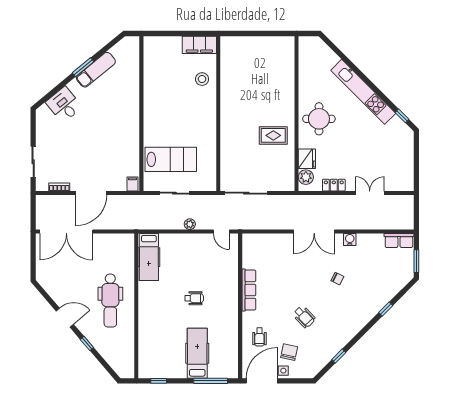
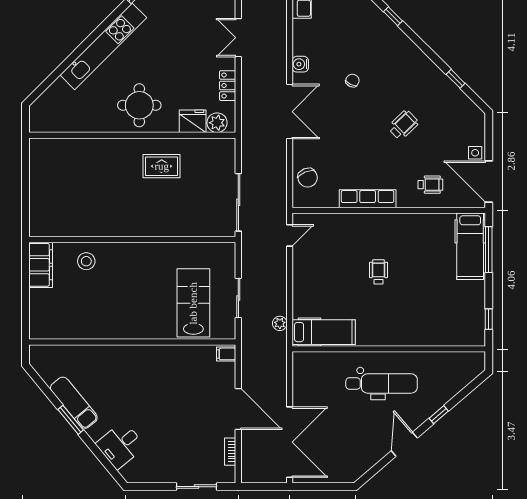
rug: (273, 135) -> (162, 166), turned 90
plant: (190, 224) -> (280, 323), moved
chair: (289, 352) -> (308, 178), moved, turned -125
hospital bed: (197, 353) -> (470, 246), moved, turned -90

